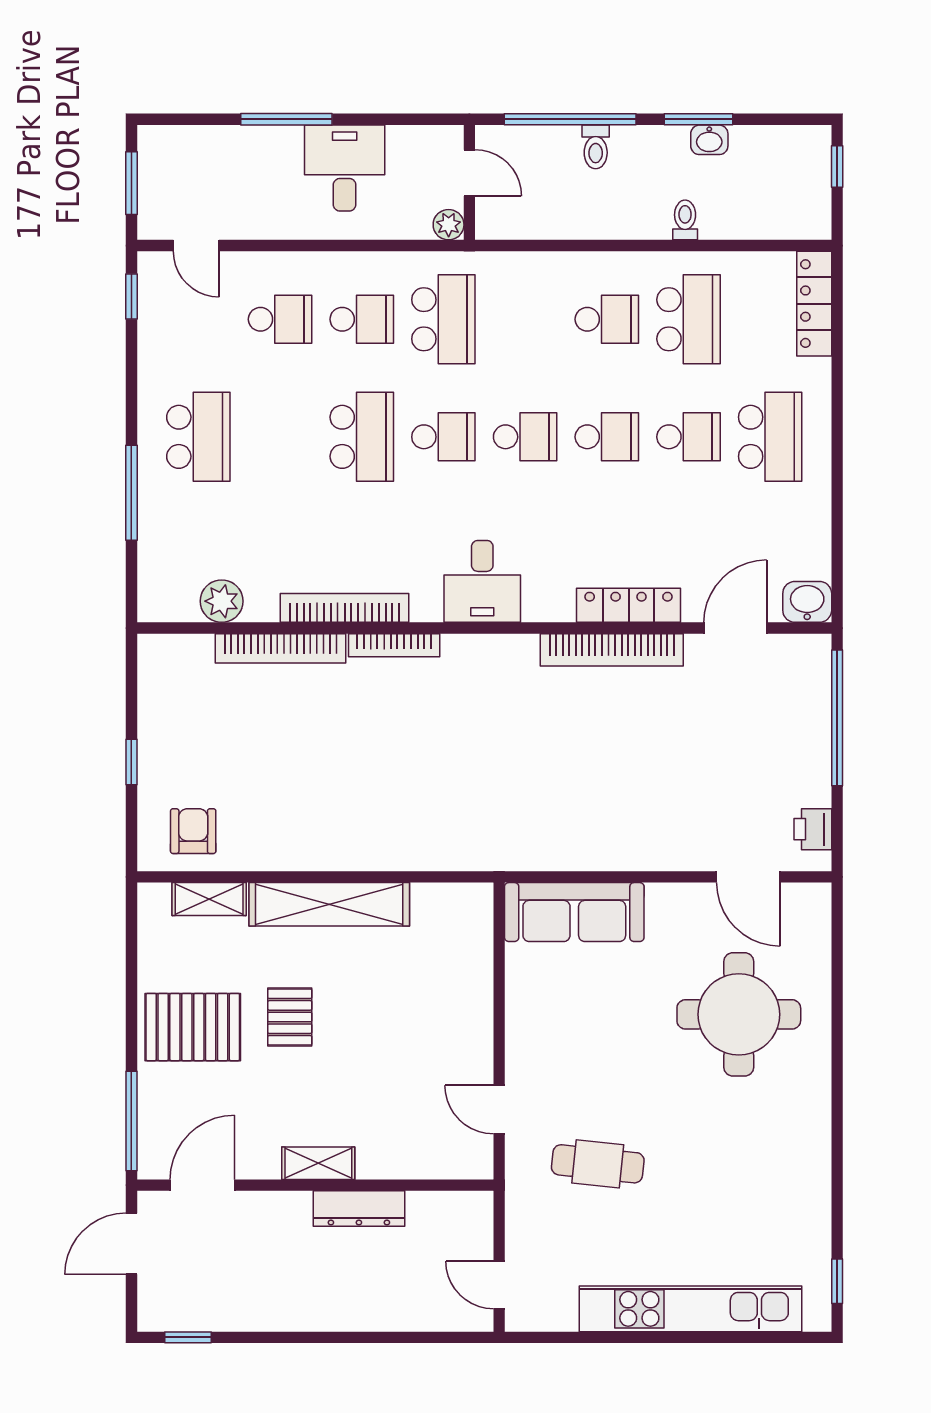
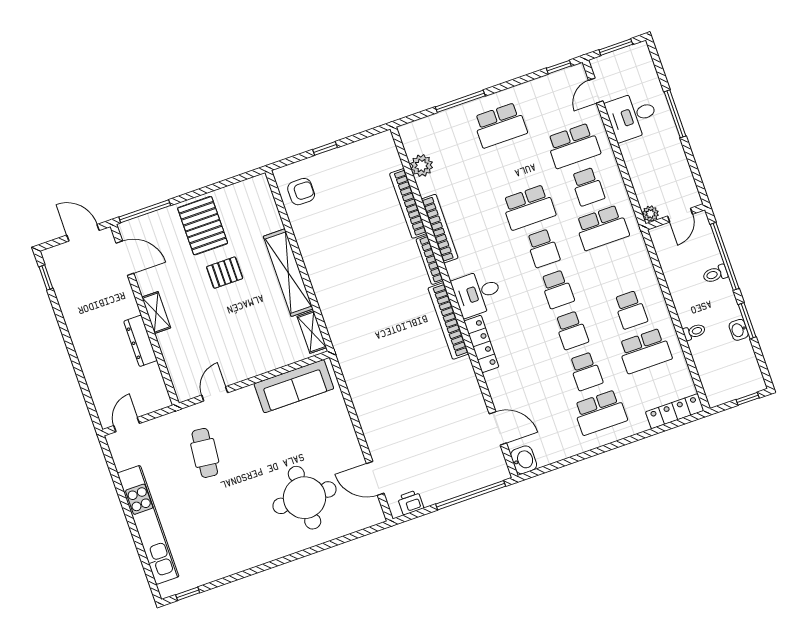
desk: (345, 168) -> (632, 116), moved, turned 180
school desk: (280, 319) -> (573, 146), width x1.85
locker: (629, 605) -> (481, 344), moved
bookcase: (612, 650) -> (448, 321), moved
door: (748, 877) -> (375, 478), hinge flipped
shelving: (209, 899) -> (312, 332), moved
sofa: (574, 912) -> (294, 386), moved, turned -90

